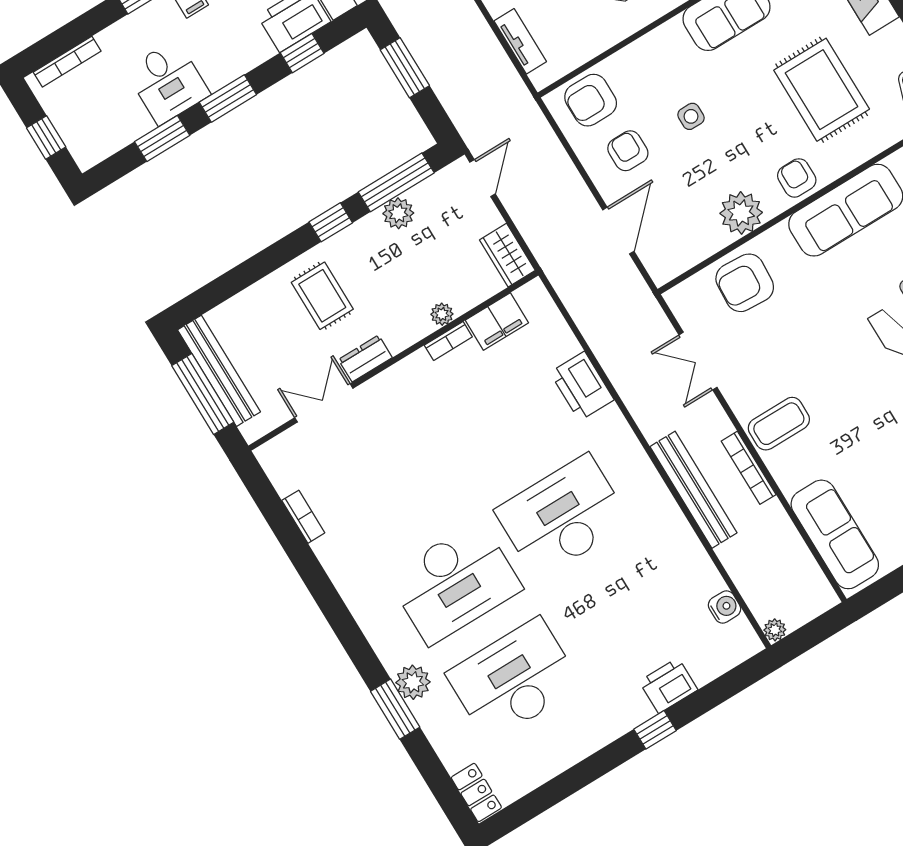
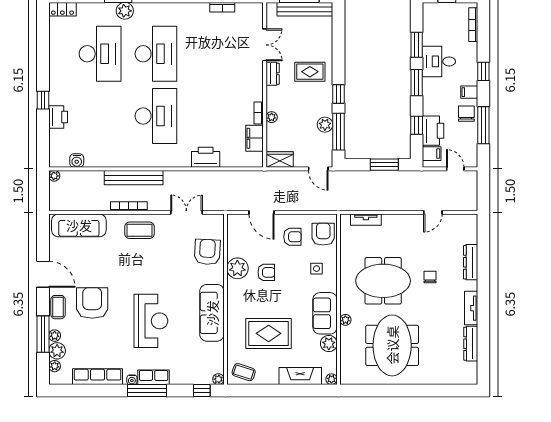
side table: (691, 116) -> (317, 269), moved
armchair: (797, 178) -> (266, 272), moved
coffee table: (779, 424) -> (140, 230), turned 90
desk: (455, 583) -> (156, 54), turned 180

